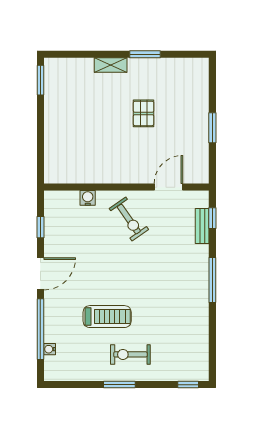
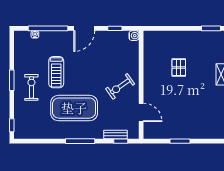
pallet: (144, 113) -> (179, 67), moved, turned 90
water cooler: (88, 198) -> (134, 36), moved
door: (40, 274) -> (84, 28), hinge flipped
exercise mat: (162, 289) -> (74, 108), added

